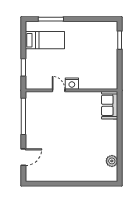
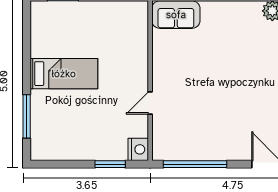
bed: (45, 40) -> (64, 74), moved, turned 90
nightstand: (72, 84) -> (138, 149), moved

